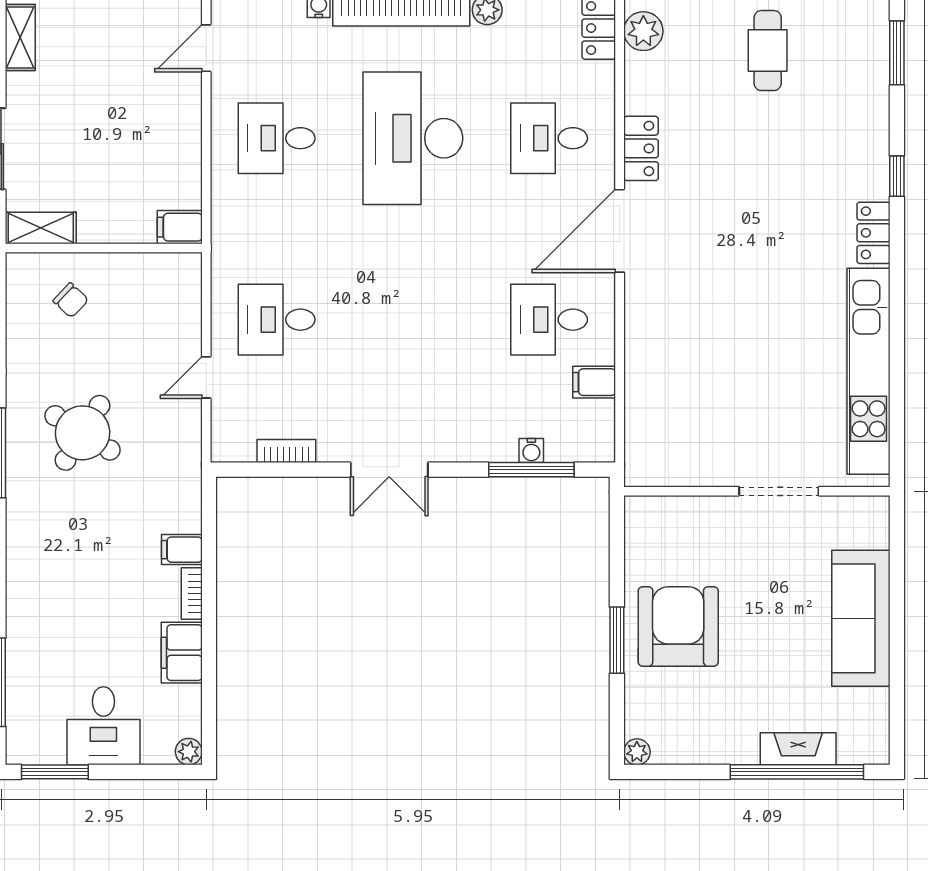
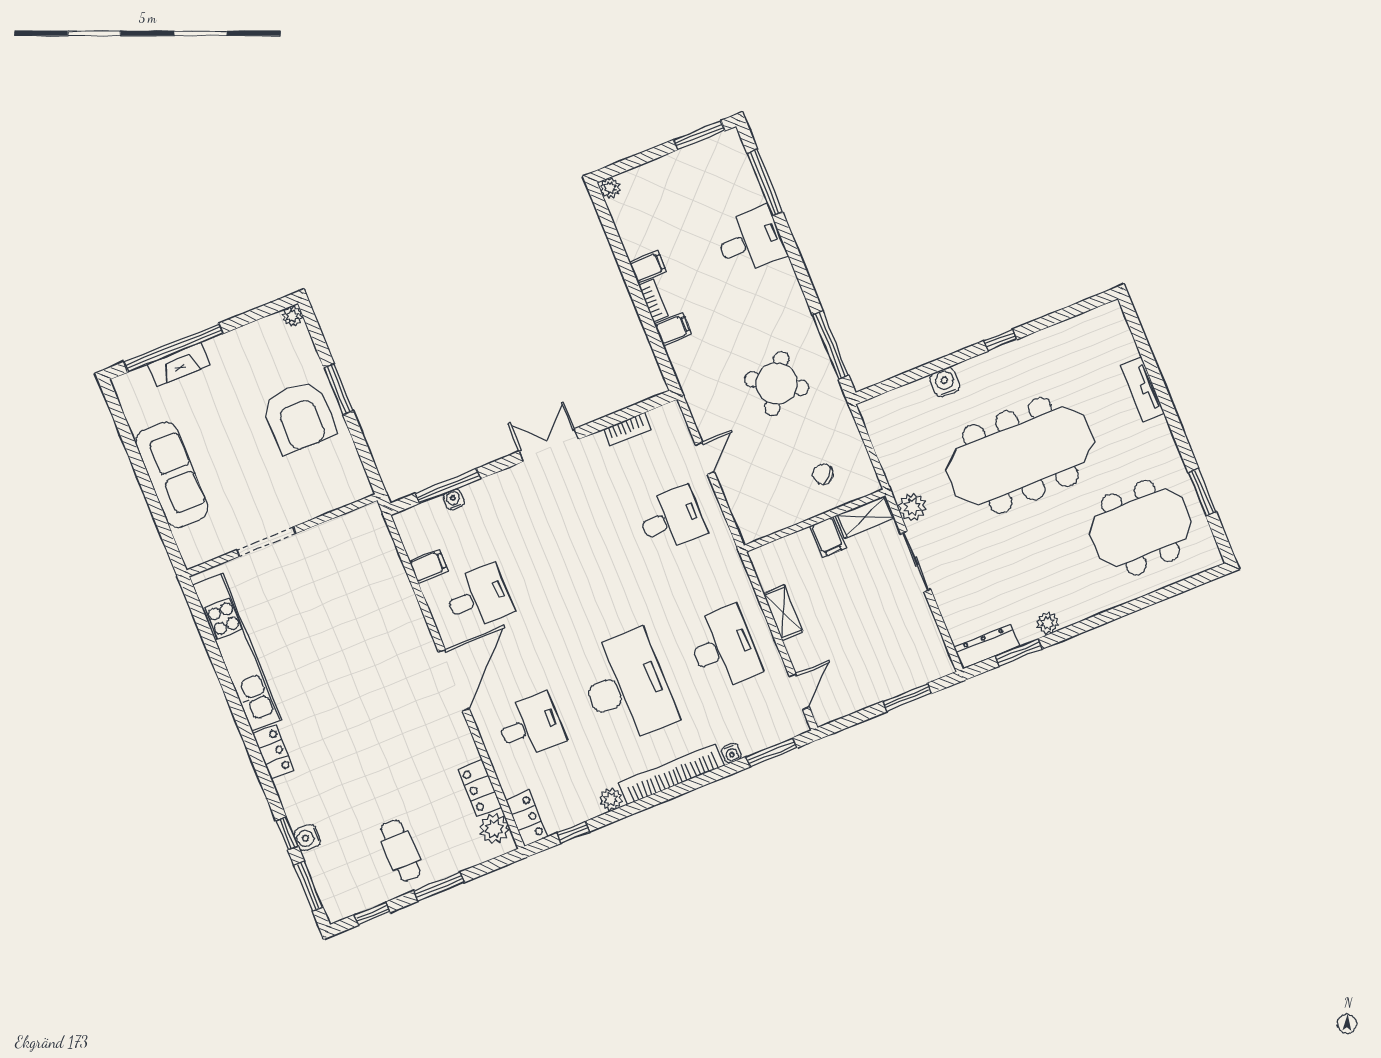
shelving: (20, 38) -> (783, 613), moved
water cooler: (874, 112) -> (307, 838), added
desk: (277, 138) -> (723, 648), width x1.37
locker: (641, 148) -> (480, 788), moved
window: (897, 176) -> (287, 833), moved
filing cabinet: (180, 227) -> (828, 537), moved, turned 90
filing cabinet: (182, 653) -> (648, 267), width x0.50
desk: (103, 726) -> (750, 241), moved, turned 90

